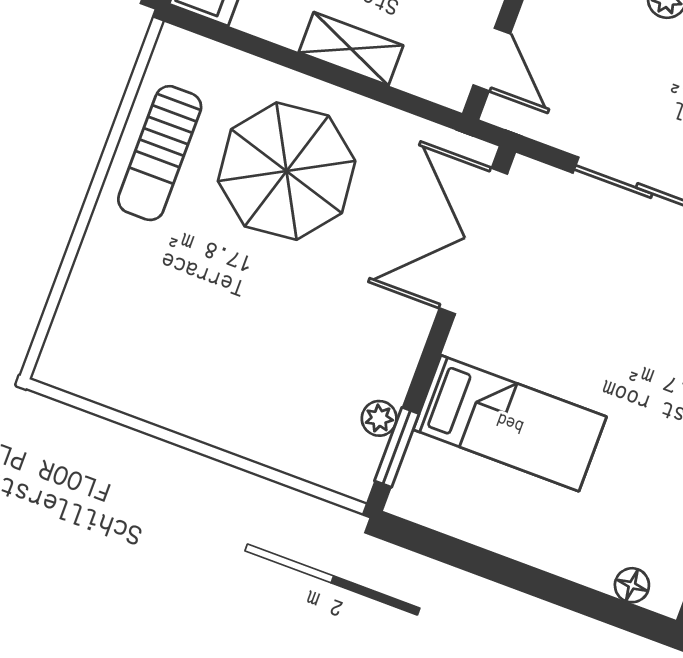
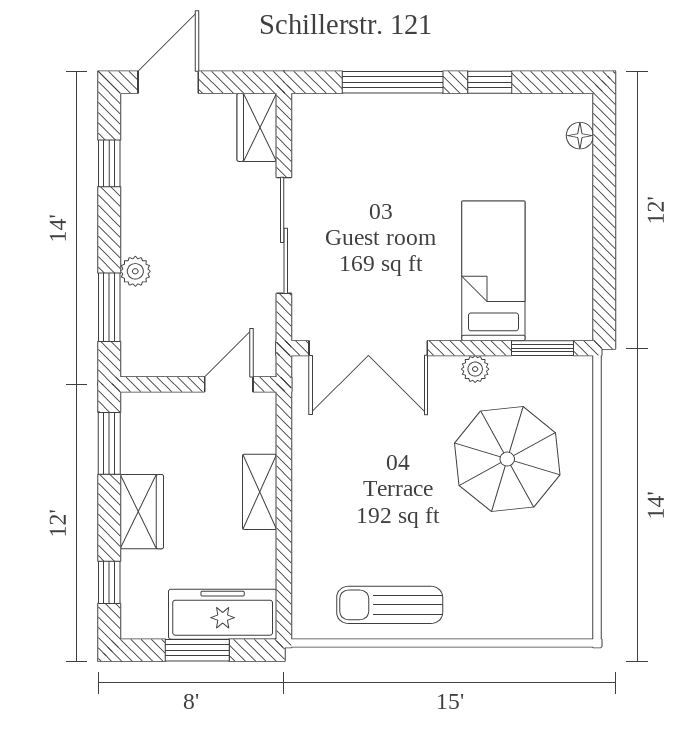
sun lounger: (160, 153) -> (390, 605), turned 180
parasol: (287, 171) -> (507, 459), moved
plant: (379, 418) -> (475, 369), moved

